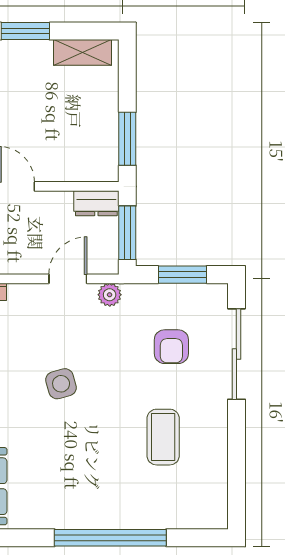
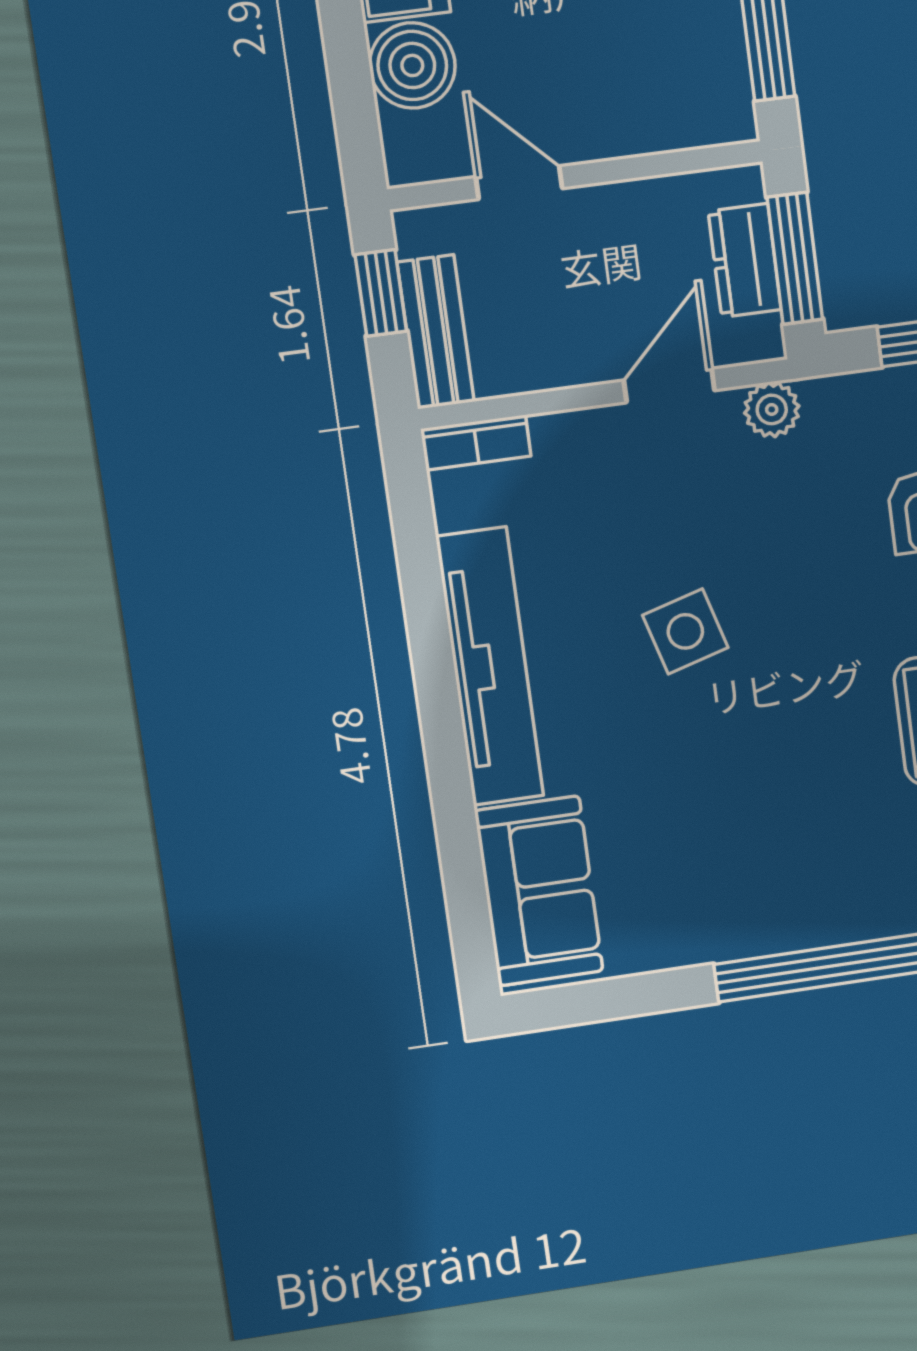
dresser: (96, 203) -> (745, 260), moved, turned 90

